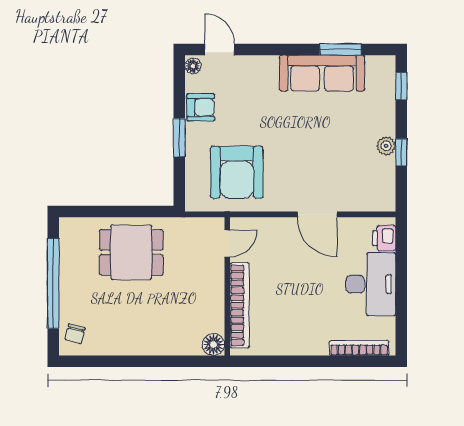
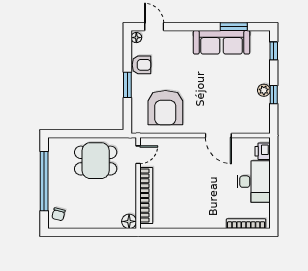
door: (227, 243) -> (138, 155), moved
wall: (227, 286) -> (138, 183), moved
bookcase: (240, 305) -> (146, 196), moved
floor lamp: (213, 345) -> (129, 221), moved

